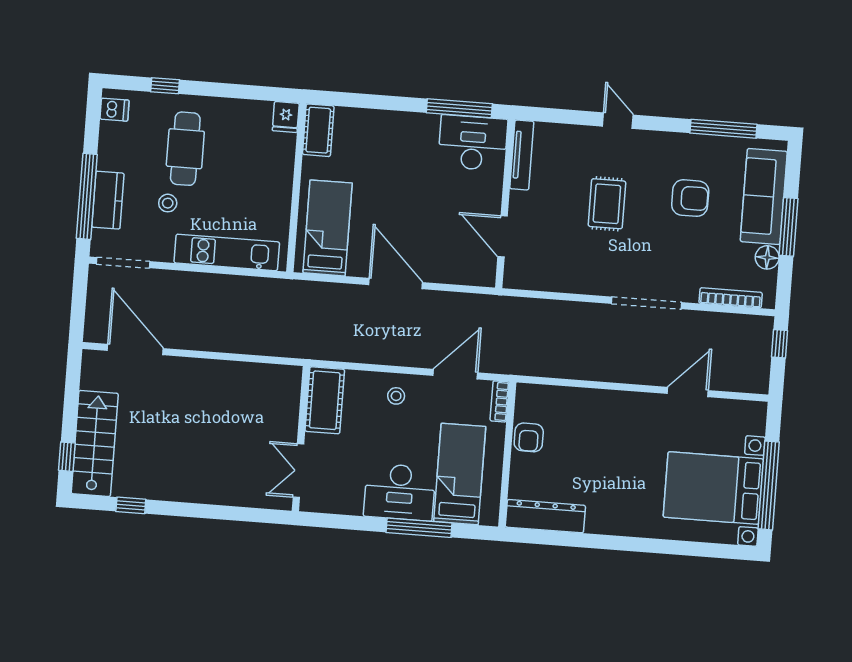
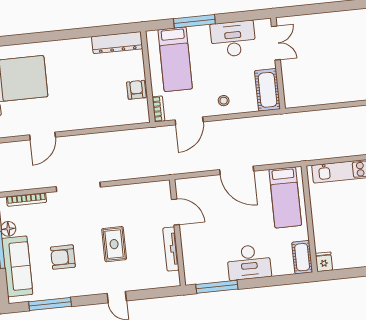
desk: (473, 143) -> (249, 262), moved
tv unit: (522, 155) -> (171, 249), moved
desk: (400, 492) -> (233, 39), moved

